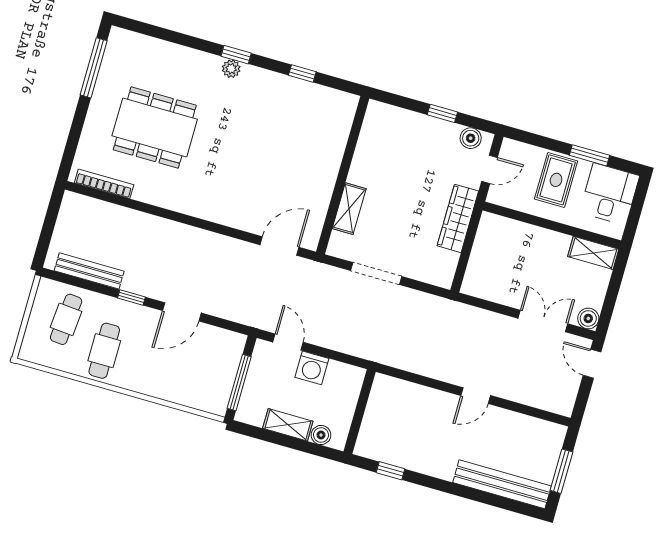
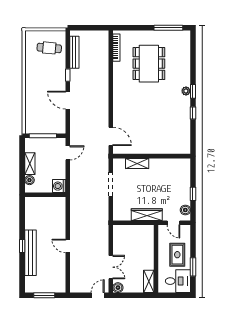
window: (302, 74) -> (193, 113), moved
rug: (556, 180) -> (177, 255), turned 90
cafe table: (104, 351) -> (40, 70), removed
washing machine: (312, 368) -> (59, 186), moved
window: (391, 471) -> (22, 246), moved
bench: (502, 484) -> (31, 253), moved

